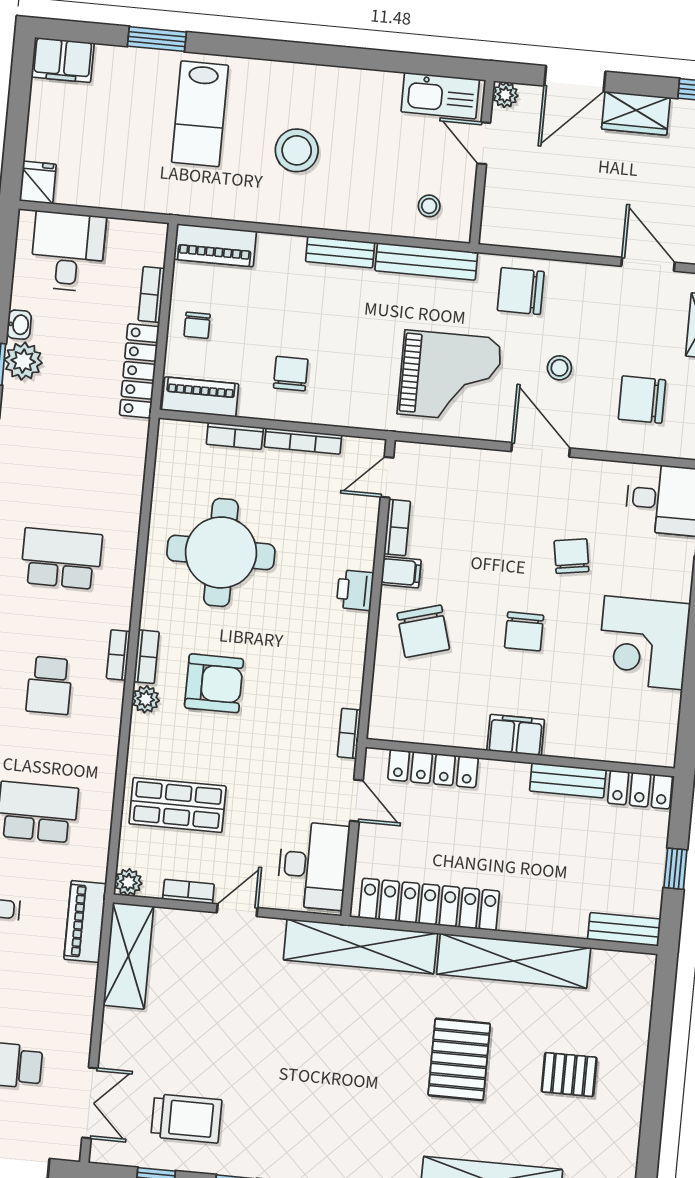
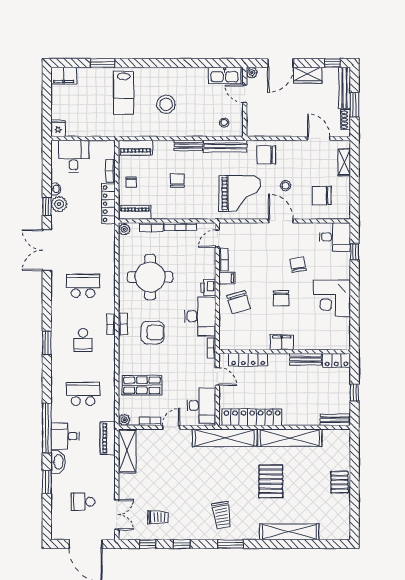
chair: (291, 374) -> (177, 181), moved
desk: (330, 656) -> (200, 316), added
plant: (146, 699) -> (124, 229), moved
pallet: (569, 1075) -> (340, 482), moved, turned 90
trolley: (186, 1118) -> (158, 517), width x0.73, depth x0.72
trolley: (336, 1127) -> (222, 515), added

